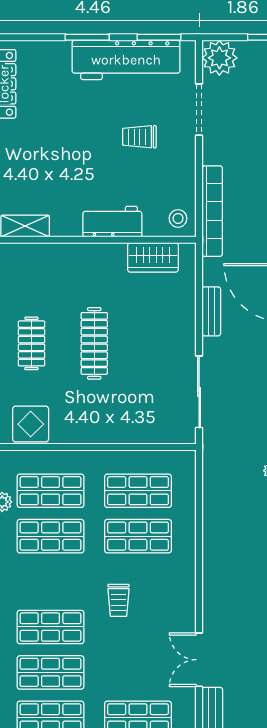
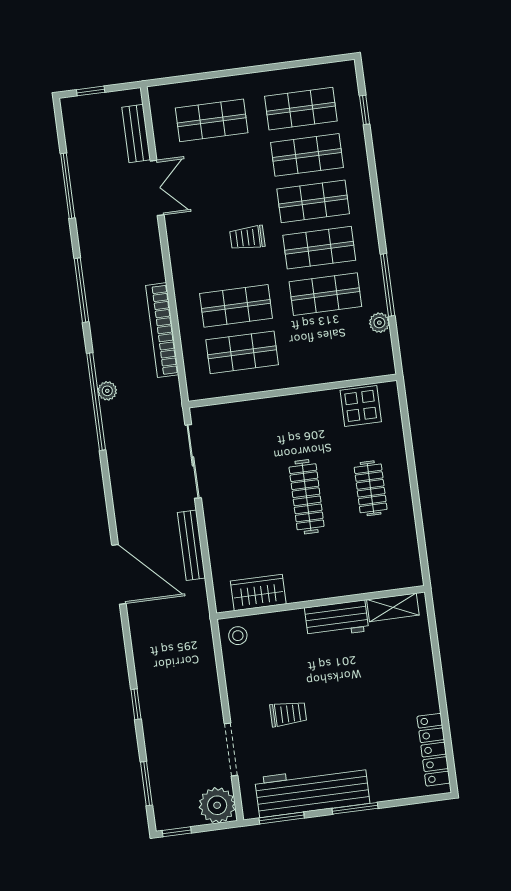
bookcase: (212, 211) -> (162, 330), moved
workbench: (112, 222) -> (337, 619), moved
bench: (211, 311) -> (191, 545), width x1.36
shop shelf: (50, 491) -> (319, 248), moved
trolley: (118, 600) -> (247, 238), turned -90

